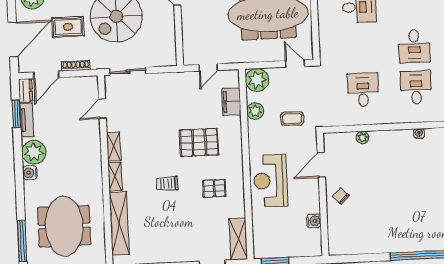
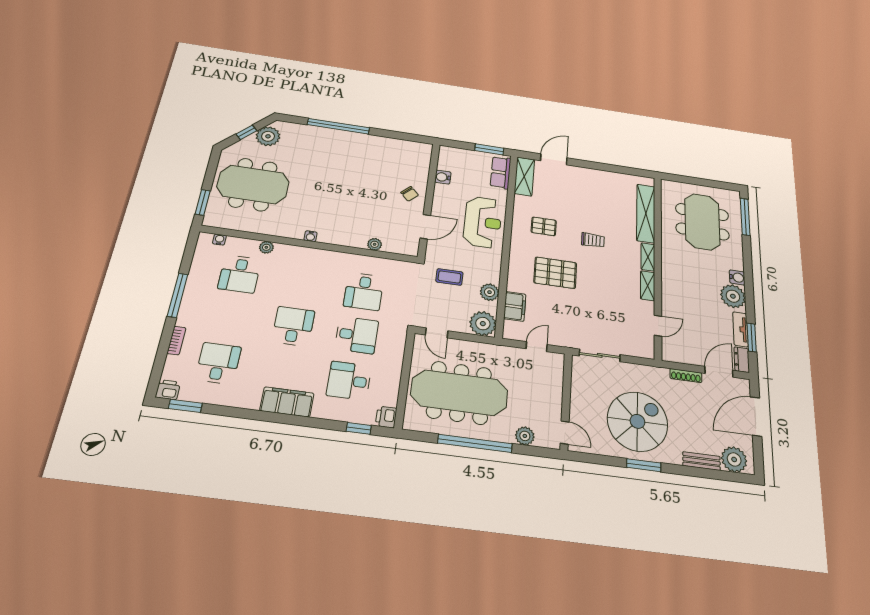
rug: (68, 27) -> (693, 419), removed
sliding door: (128, 71) -> (600, 355), moved
desk: (416, 87) -> (357, 335), moved, turned -90
row of seats: (261, 238) -> (501, 173), added

